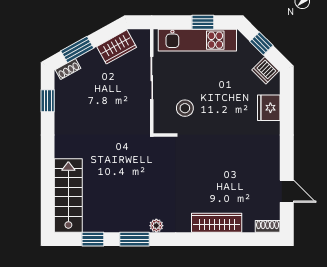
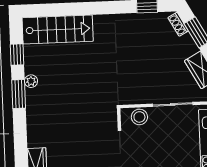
stool: (185, 108) -> (139, 117), moved
plant: (156, 226) -> (31, 81), moved

